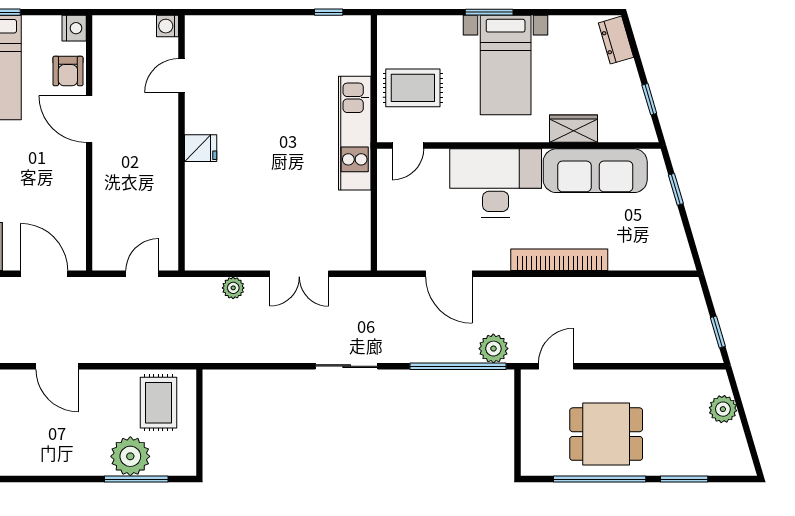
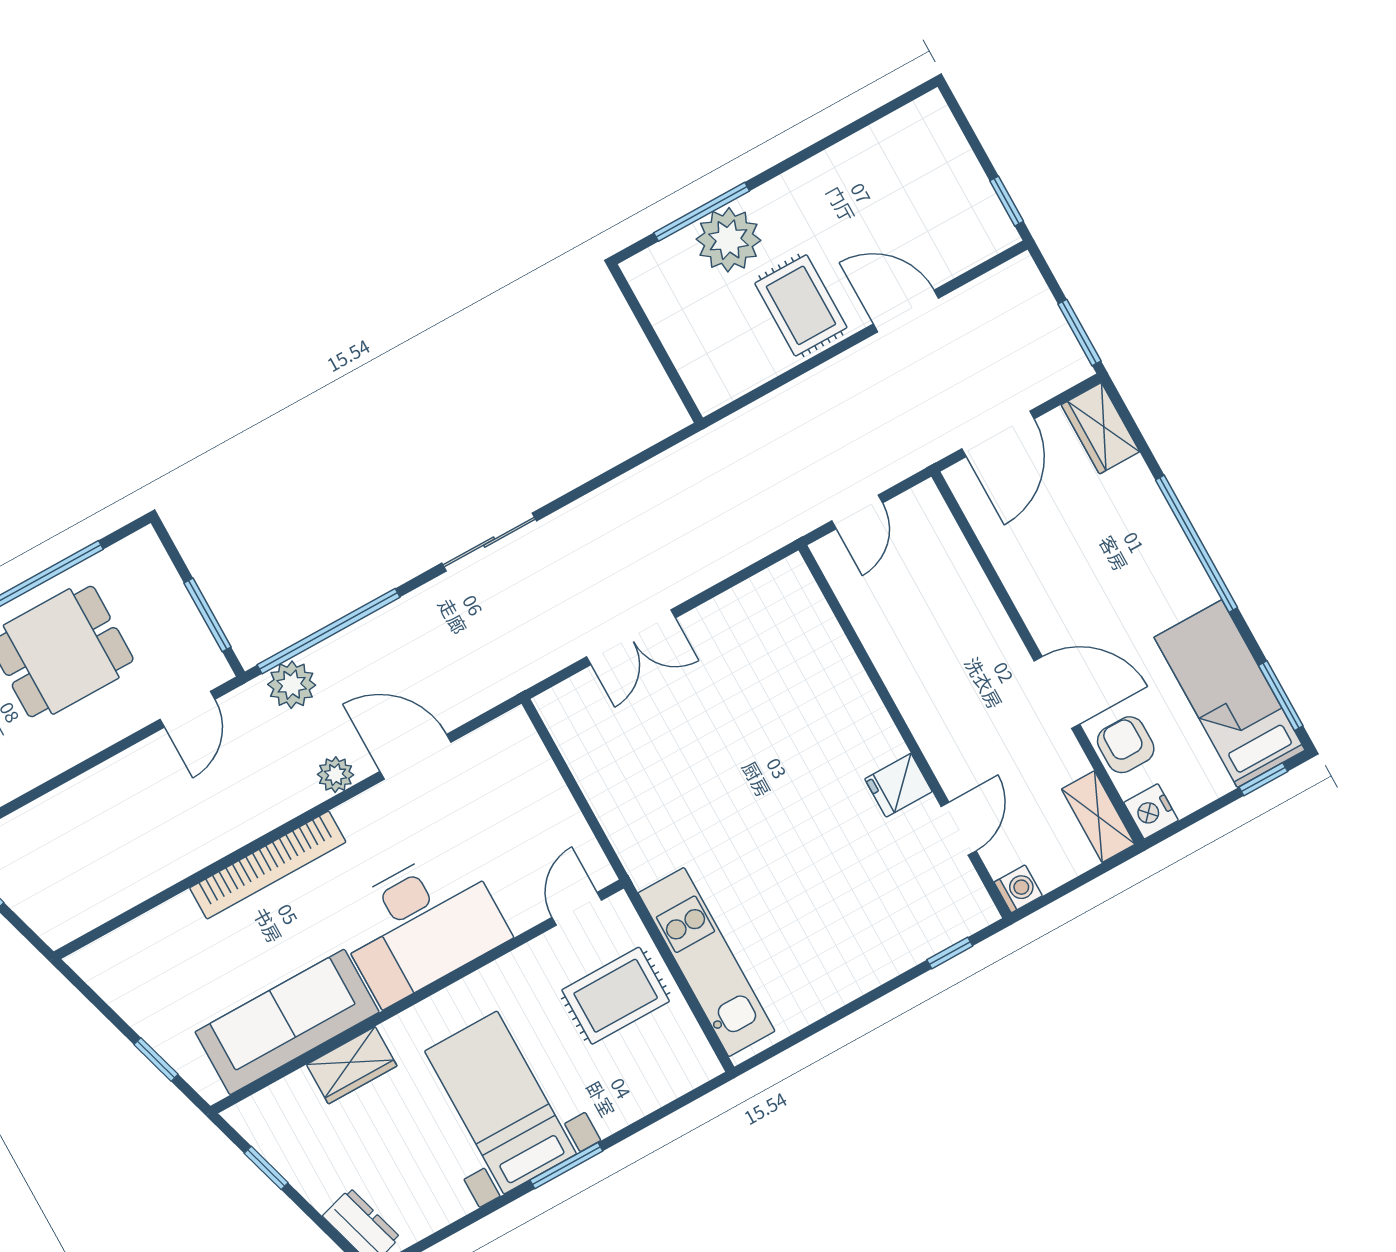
window: (329, 12) -> (950, 953), moved
shelving: (104, 41) -> (1098, 817), added
kitchen unit: (355, 133) -> (706, 962), moved
fridge: (201, 148) -> (898, 785), moved
door: (44, 274) -> (998, 434), hinge flipped
double door: (299, 274) -> (631, 637), swing flipped
plant: (233, 288) -> (335, 775), moved
rug: (158, 403) -> (801, 305), moved
window: (518, 410) -> (208, 615), added

